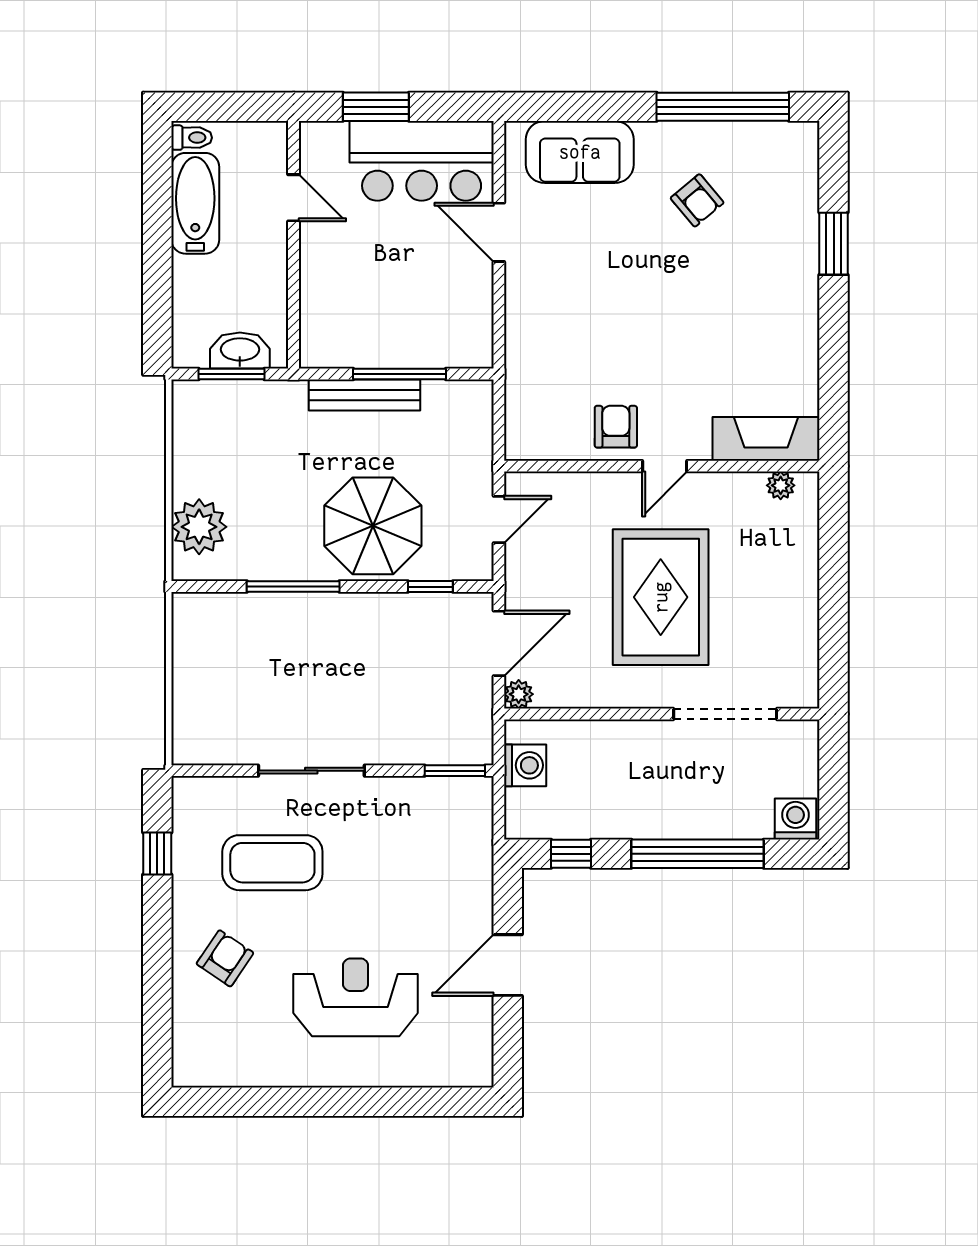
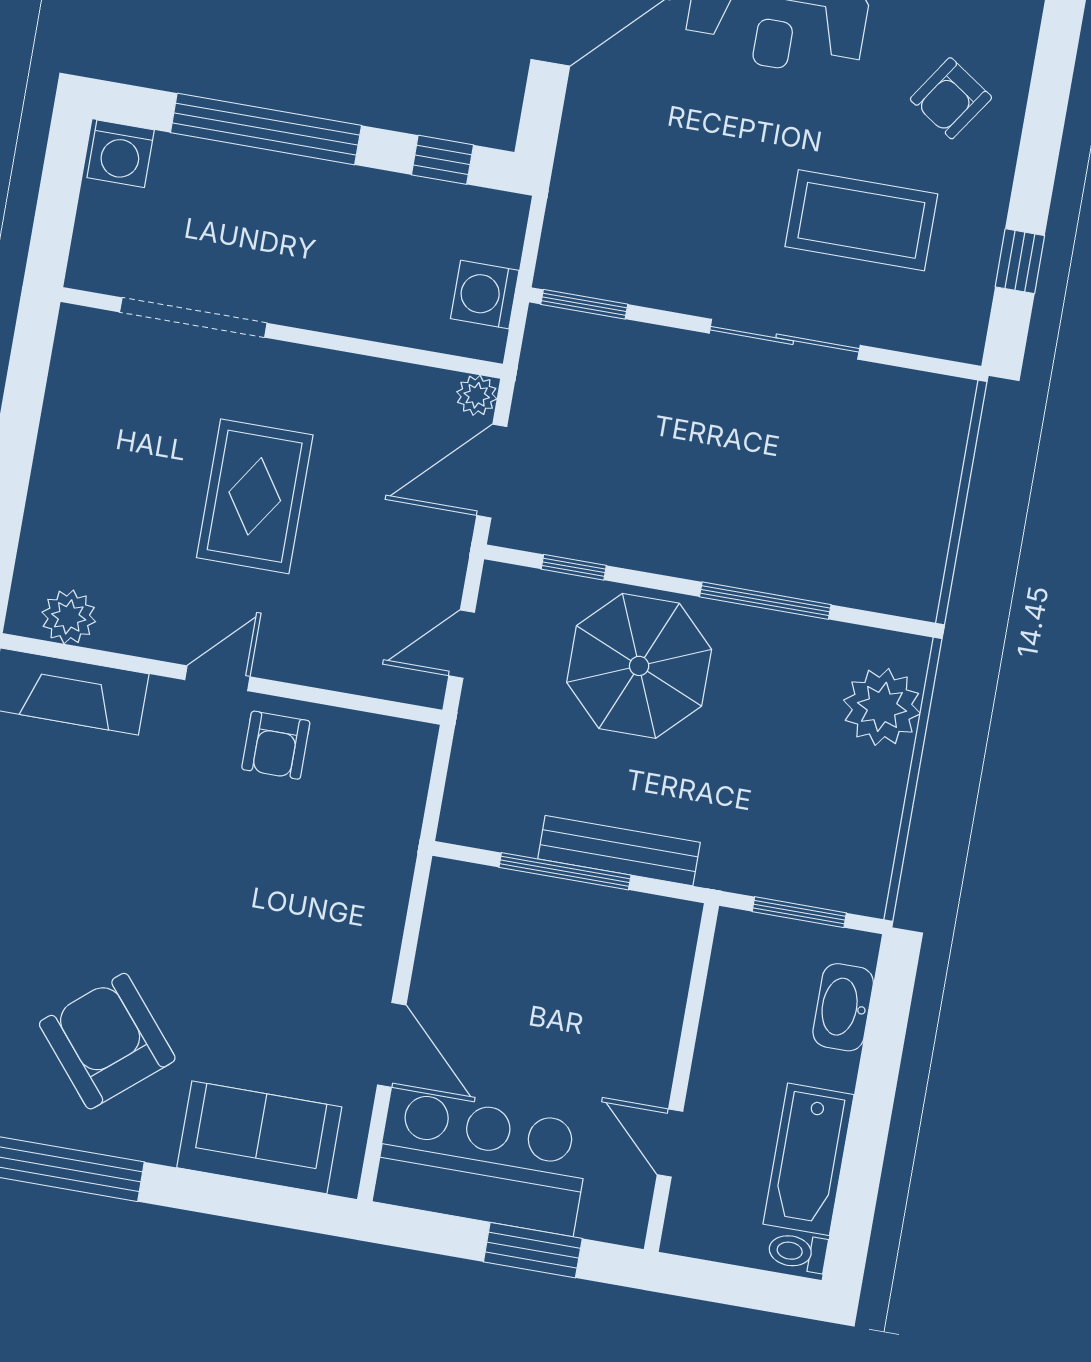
armchair: (697, 200) -> (107, 1041), width x1.88, depth x1.88
washbasin: (240, 351) -> (843, 1007), moved, turned 90
plant: (781, 485) -> (69, 617), width x1.38, depth x1.38
rug: (661, 597) -> (255, 496), width x0.73, depth x0.69

